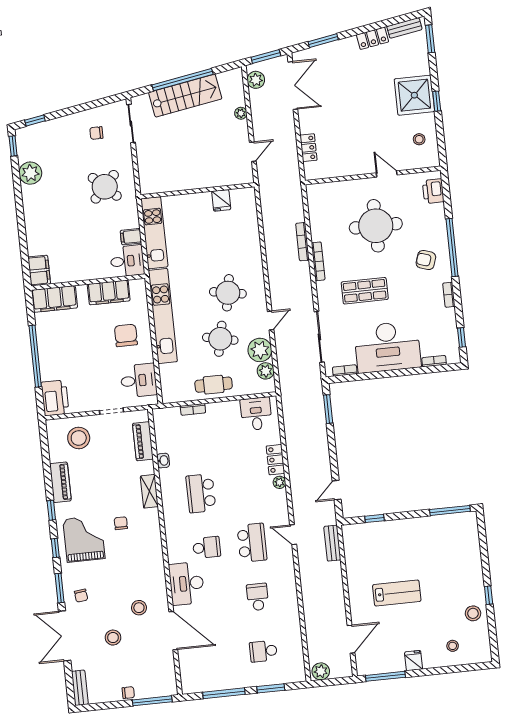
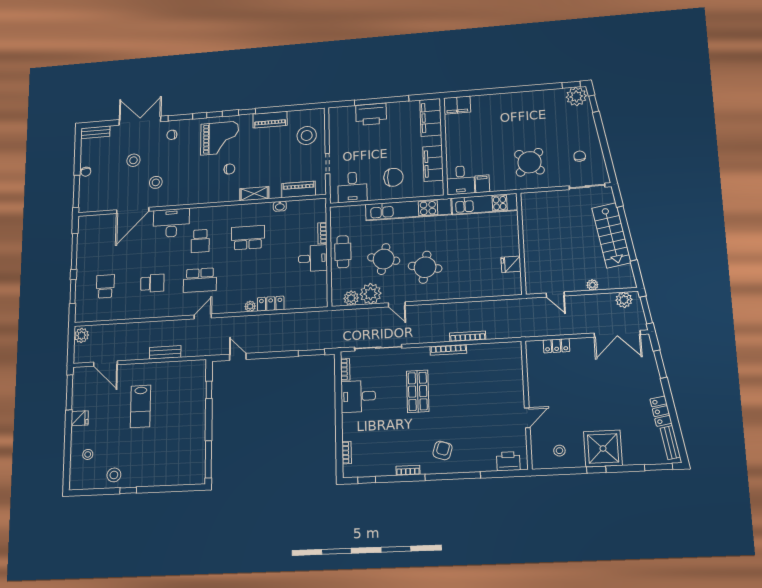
plant: (30, 173) -> (576, 96), moved
round table: (376, 226) -> (478, 405), removed
desk: (387, 347) -> (358, 396), width x0.53, depth x0.77
printer: (55, 398) -> (371, 114), moved
desk: (256, 414) -> (313, 258), moved
bench: (332, 543) -> (165, 352), moved

